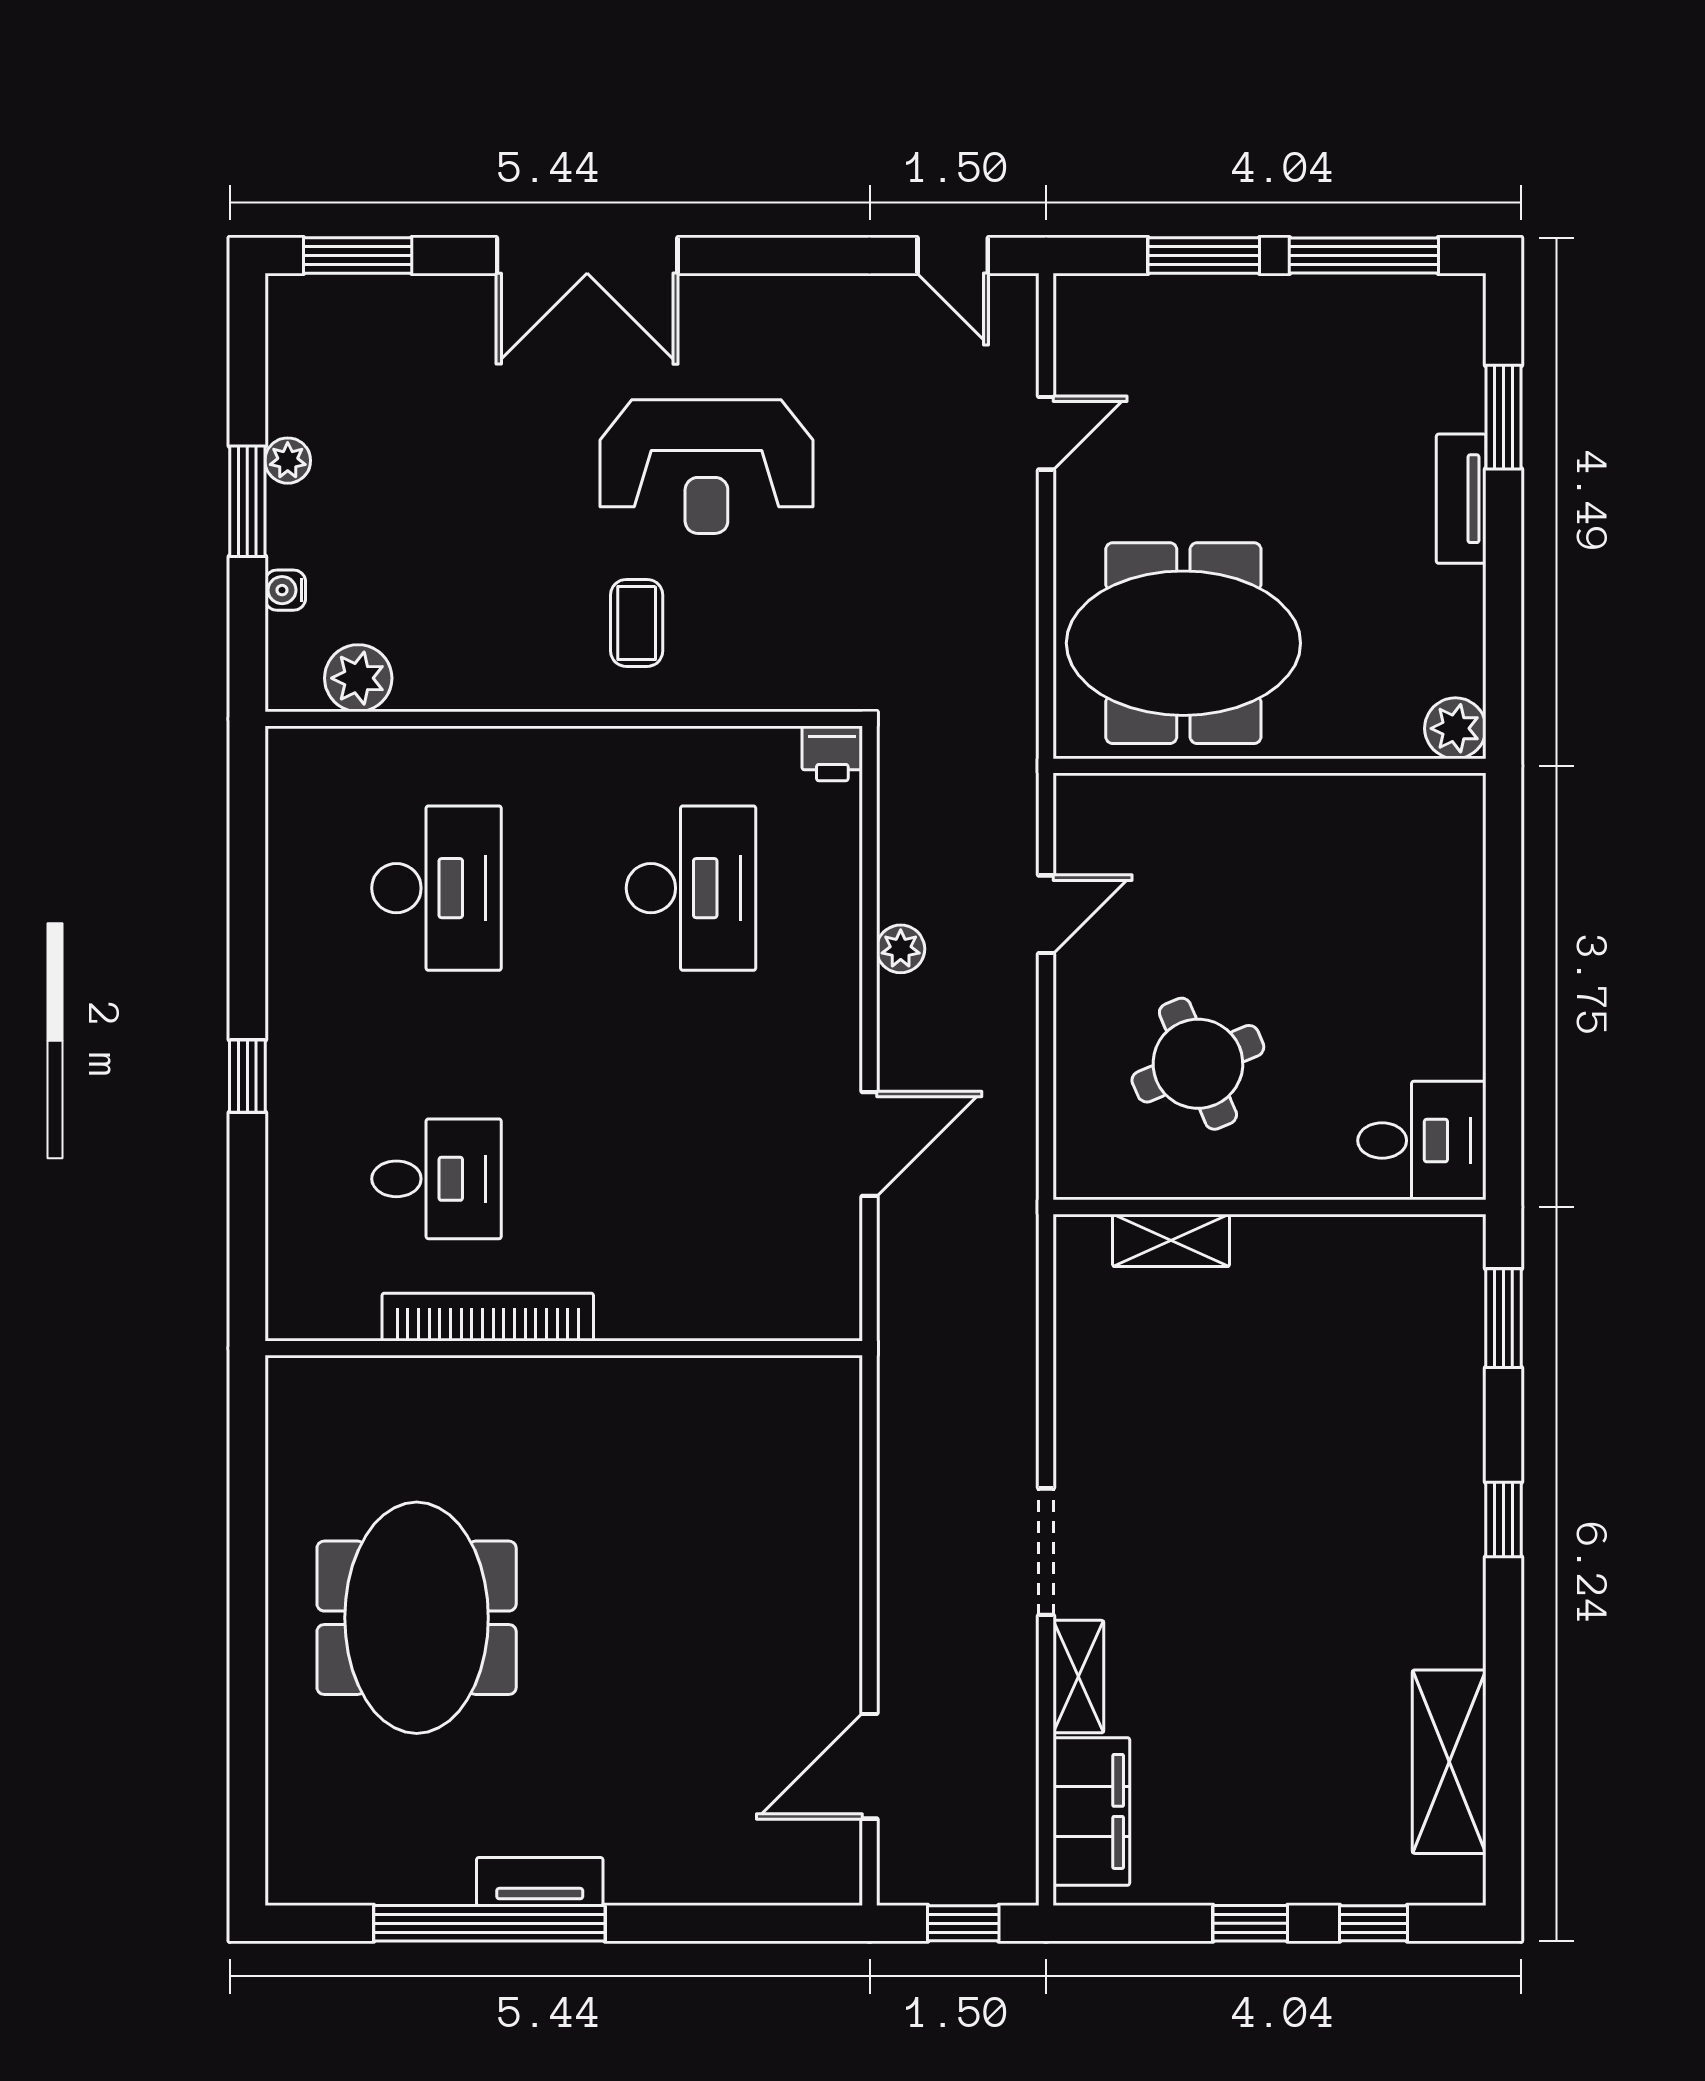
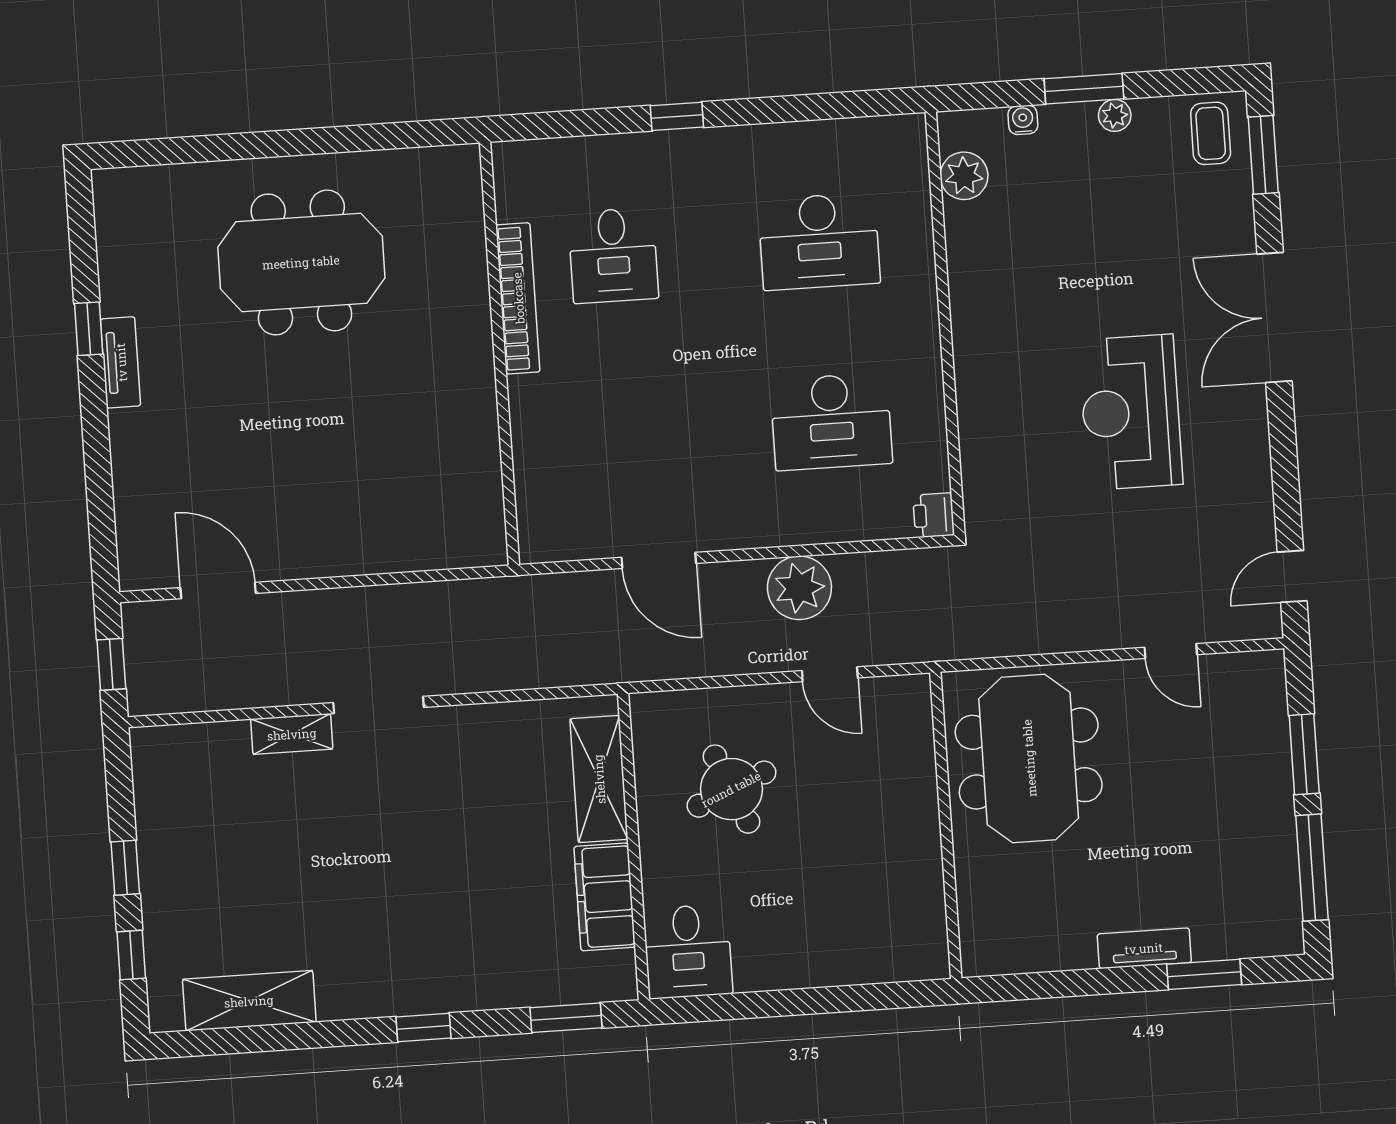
coffee table: (637, 623) -> (1211, 133), moved, turned 90
plant: (1455, 728) -> (981, 955), removed
plant: (901, 949) -> (799, 588), width x1.87, depth x1.87
shelving: (1171, 1240) -> (599, 779), width x1.50, depth x1.33
filing cabinet: (1091, 1811) -> (605, 897), moved, turned 90
window: (489, 1923) -> (89, 329), width x0.32

